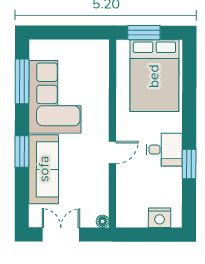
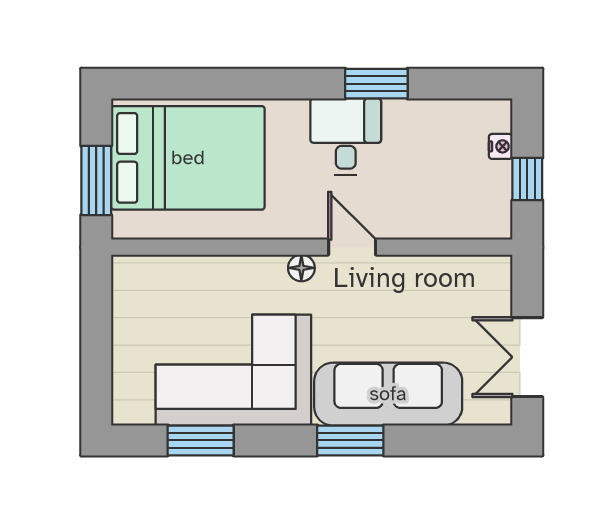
window: (22, 81) -> (201, 440), width x0.69
nightstand: (160, 218) -> (501, 146), width x0.53, depth x0.56
floor lamp: (103, 221) -> (301, 268), moved
window: (144, 235) -> (527, 179), added

